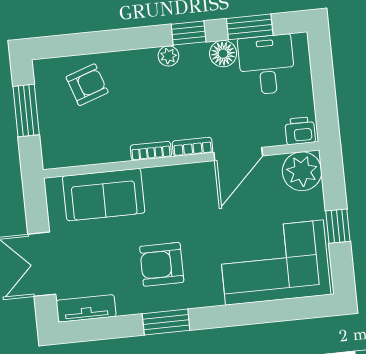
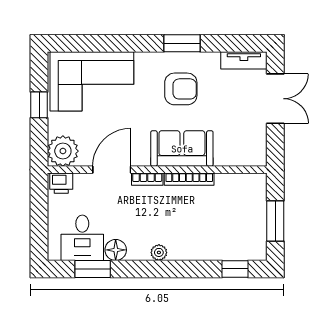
window: (189, 33) -> (235, 269), moved
armchair: (87, 85) -> (225, 236), removed
bookcase: (151, 151) -> (189, 179), width x1.56
sofa: (104, 195) -> (182, 149), moved

